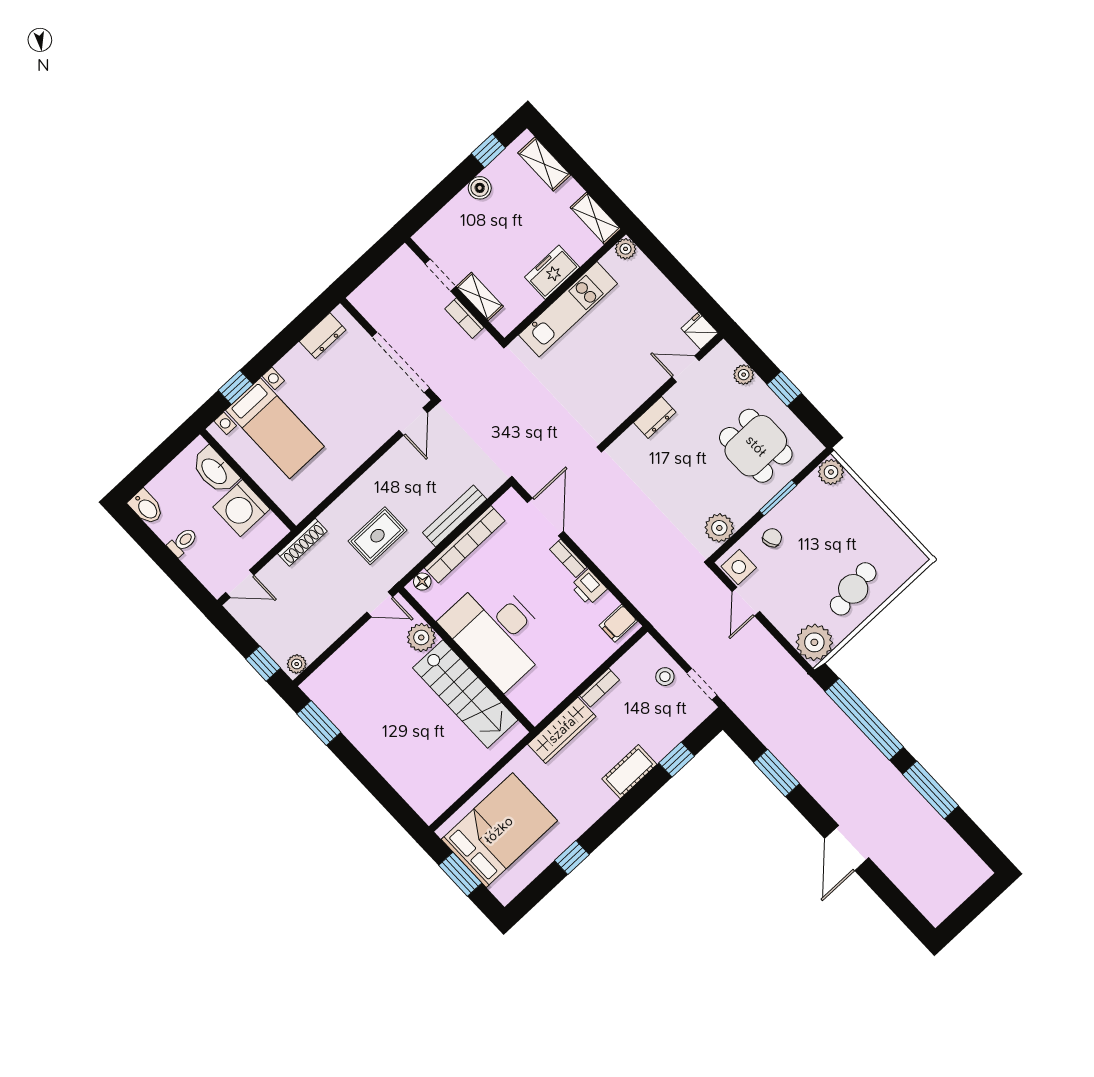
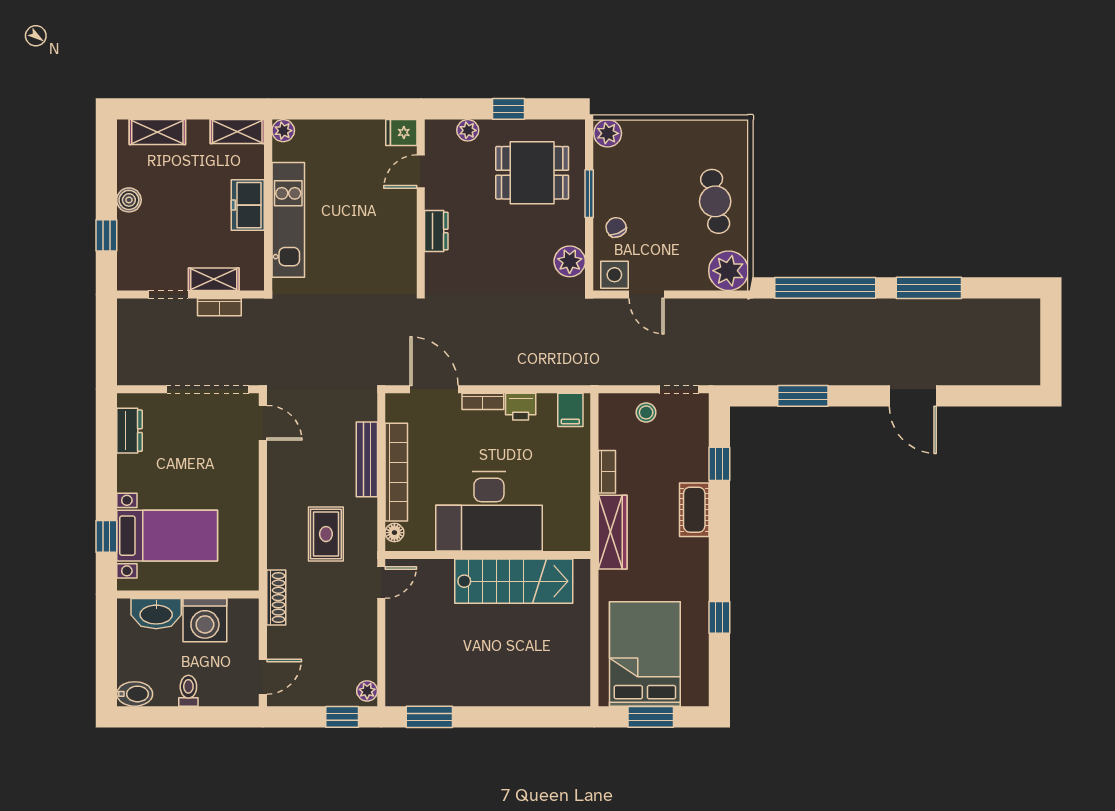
window: (488, 151) -> (106, 235), moved
plant: (421, 637) -> (437, 574), removed

